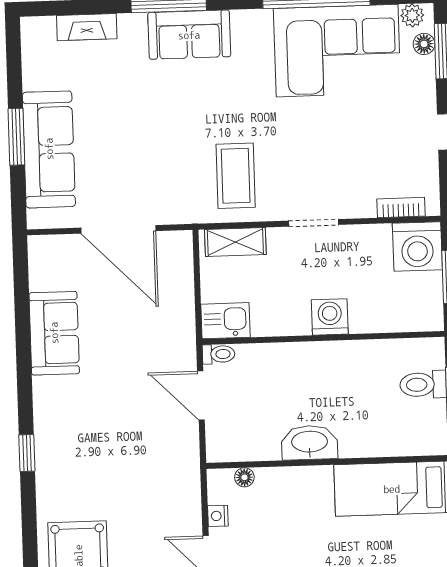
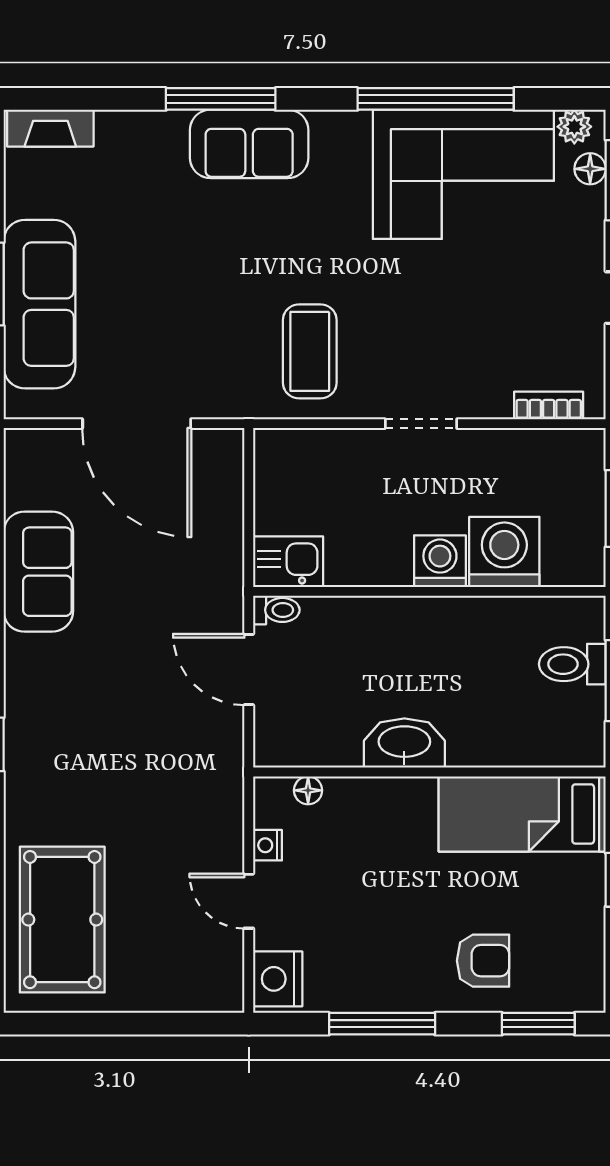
fireplace: (87, 27) -> (50, 128), moved
shelving: (235, 242) -> (306, 448), removed
washing machine: (417, 247) -> (504, 552), moved, turned 180

